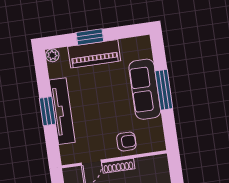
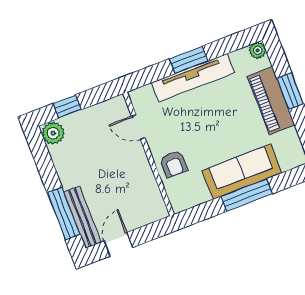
shoe rack: (118, 166) -> (142, 161), removed

